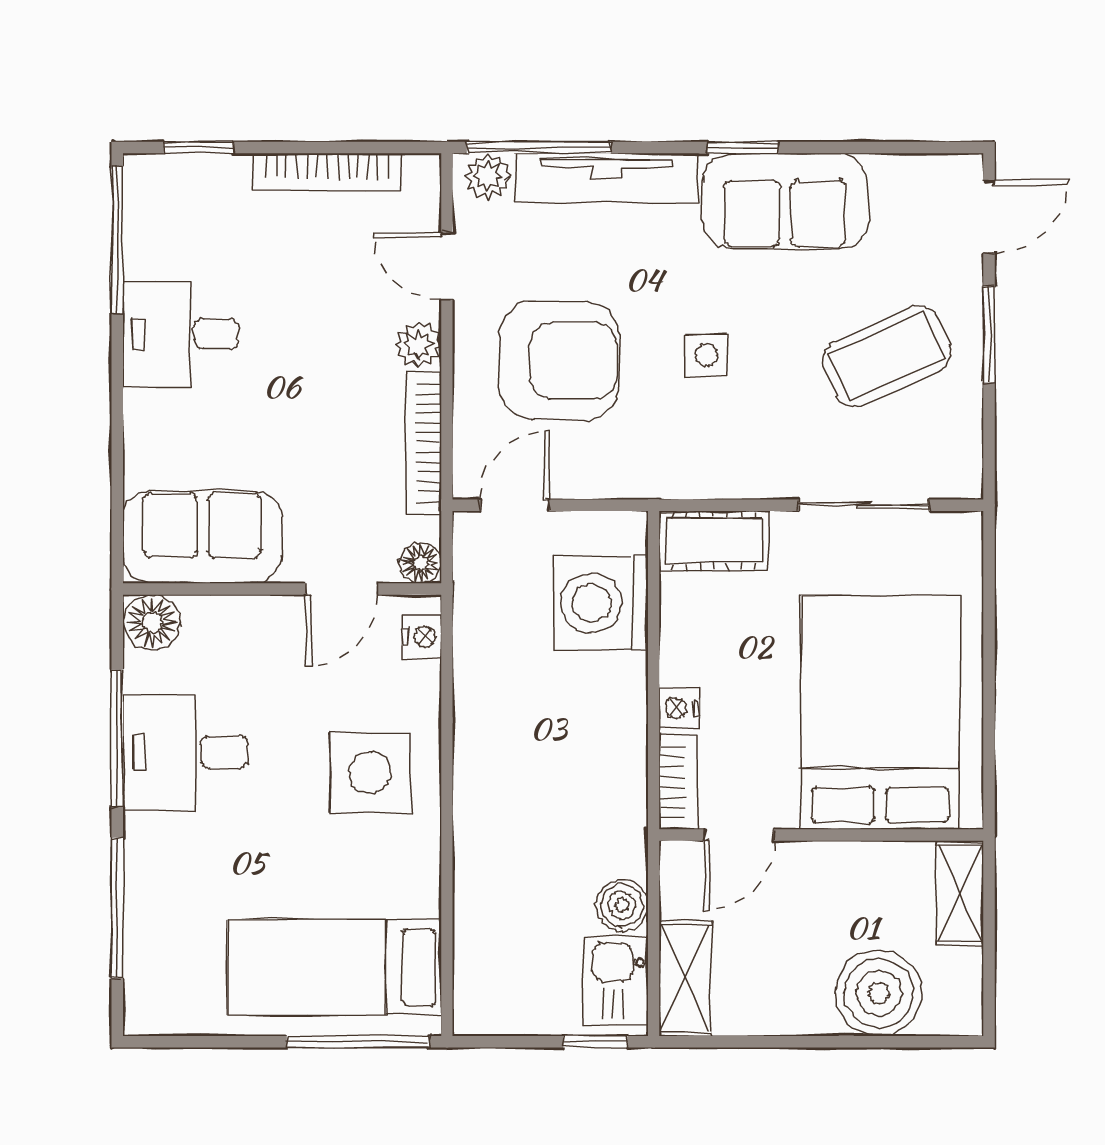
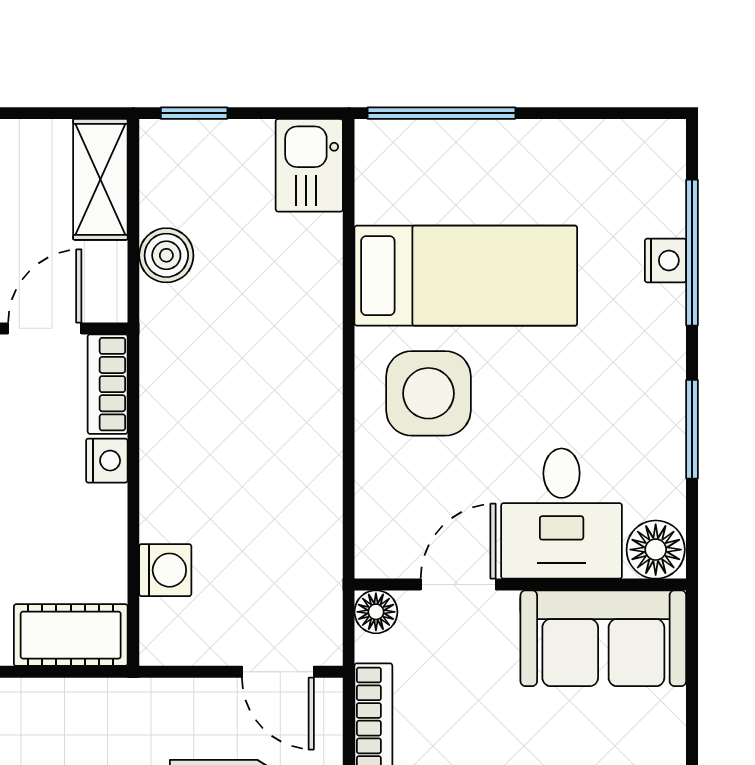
door: (515, 505) -> (278, 672), hinge flipped
washing machine: (601, 603) -> (165, 570), width x0.53, depth x0.53
nightstand: (421, 637) -> (666, 260), moved, turned 180
window: (117, 738) -> (692, 429), width x0.69
desk: (185, 752) -> (562, 514), moved, turned 90
bed: (334, 967) -> (466, 276), moved
kitchen sink: (616, 980) -> (309, 165), moved, turned 180

